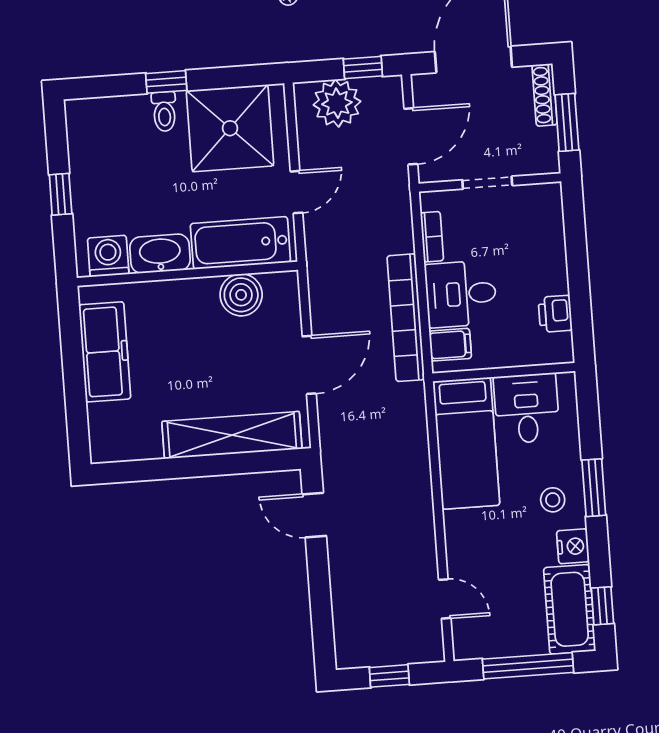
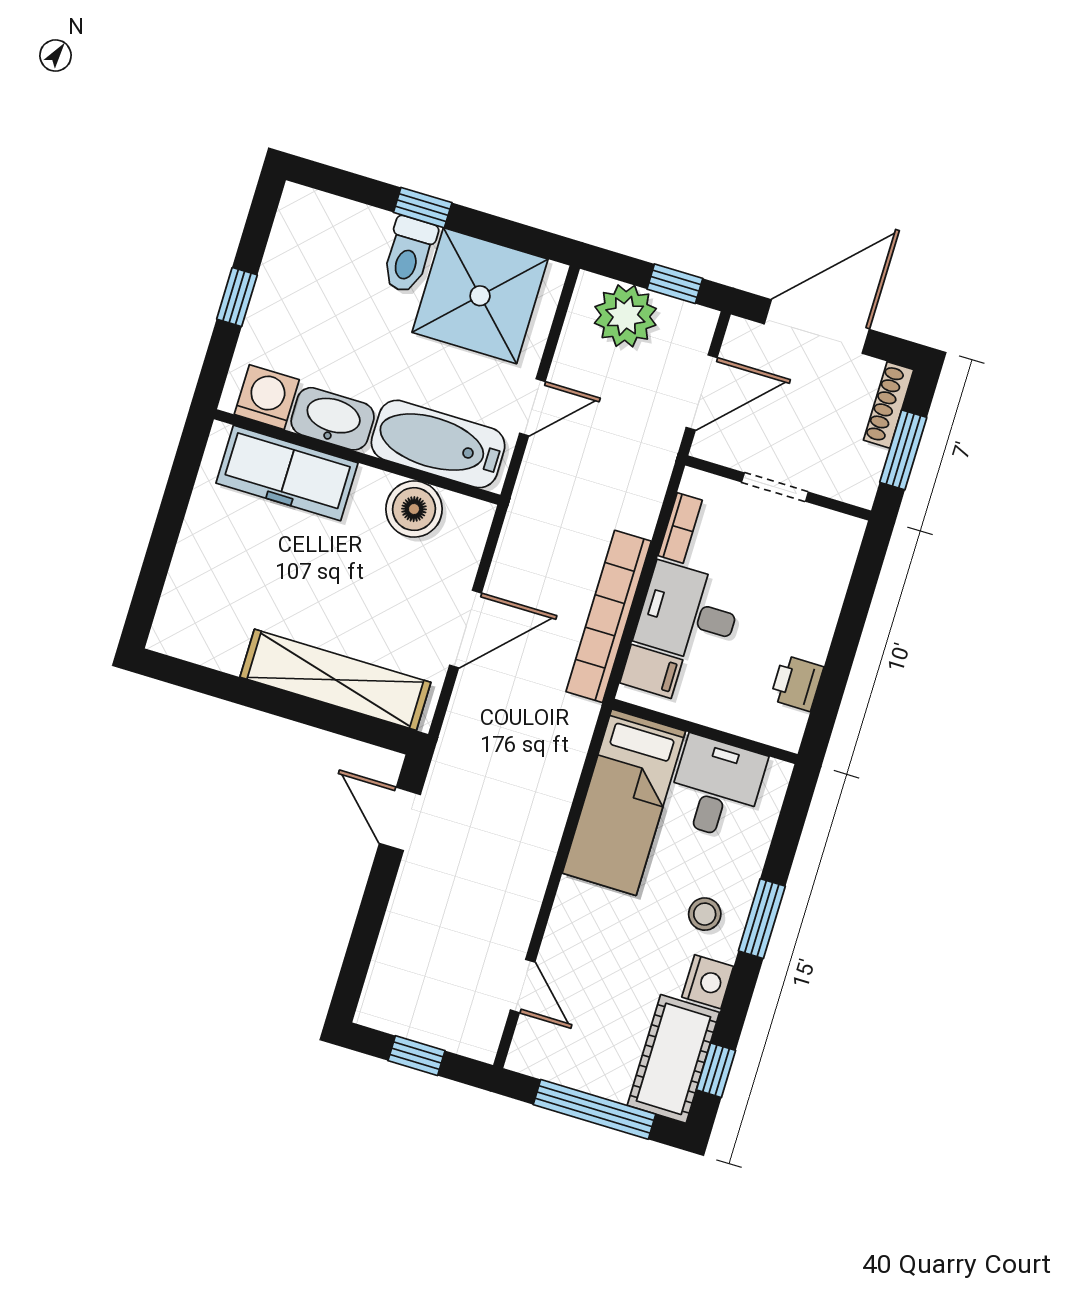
toilet: (164, 112) -> (409, 255), width x1.37, depth x1.39
freezer: (105, 352) -> (287, 473), moved, turned 90

